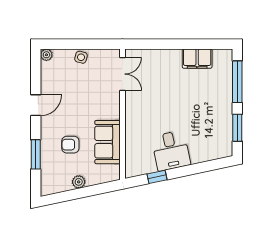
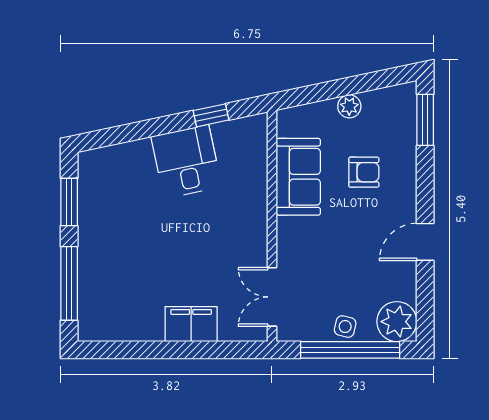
window: (78, 44) -> (350, 350), added
plant: (46, 55) -> (397, 322), width x1.87, depth x1.87
filing cabinet: (197, 59) -> (191, 324), moved
window: (36, 154) -> (425, 120), moved

